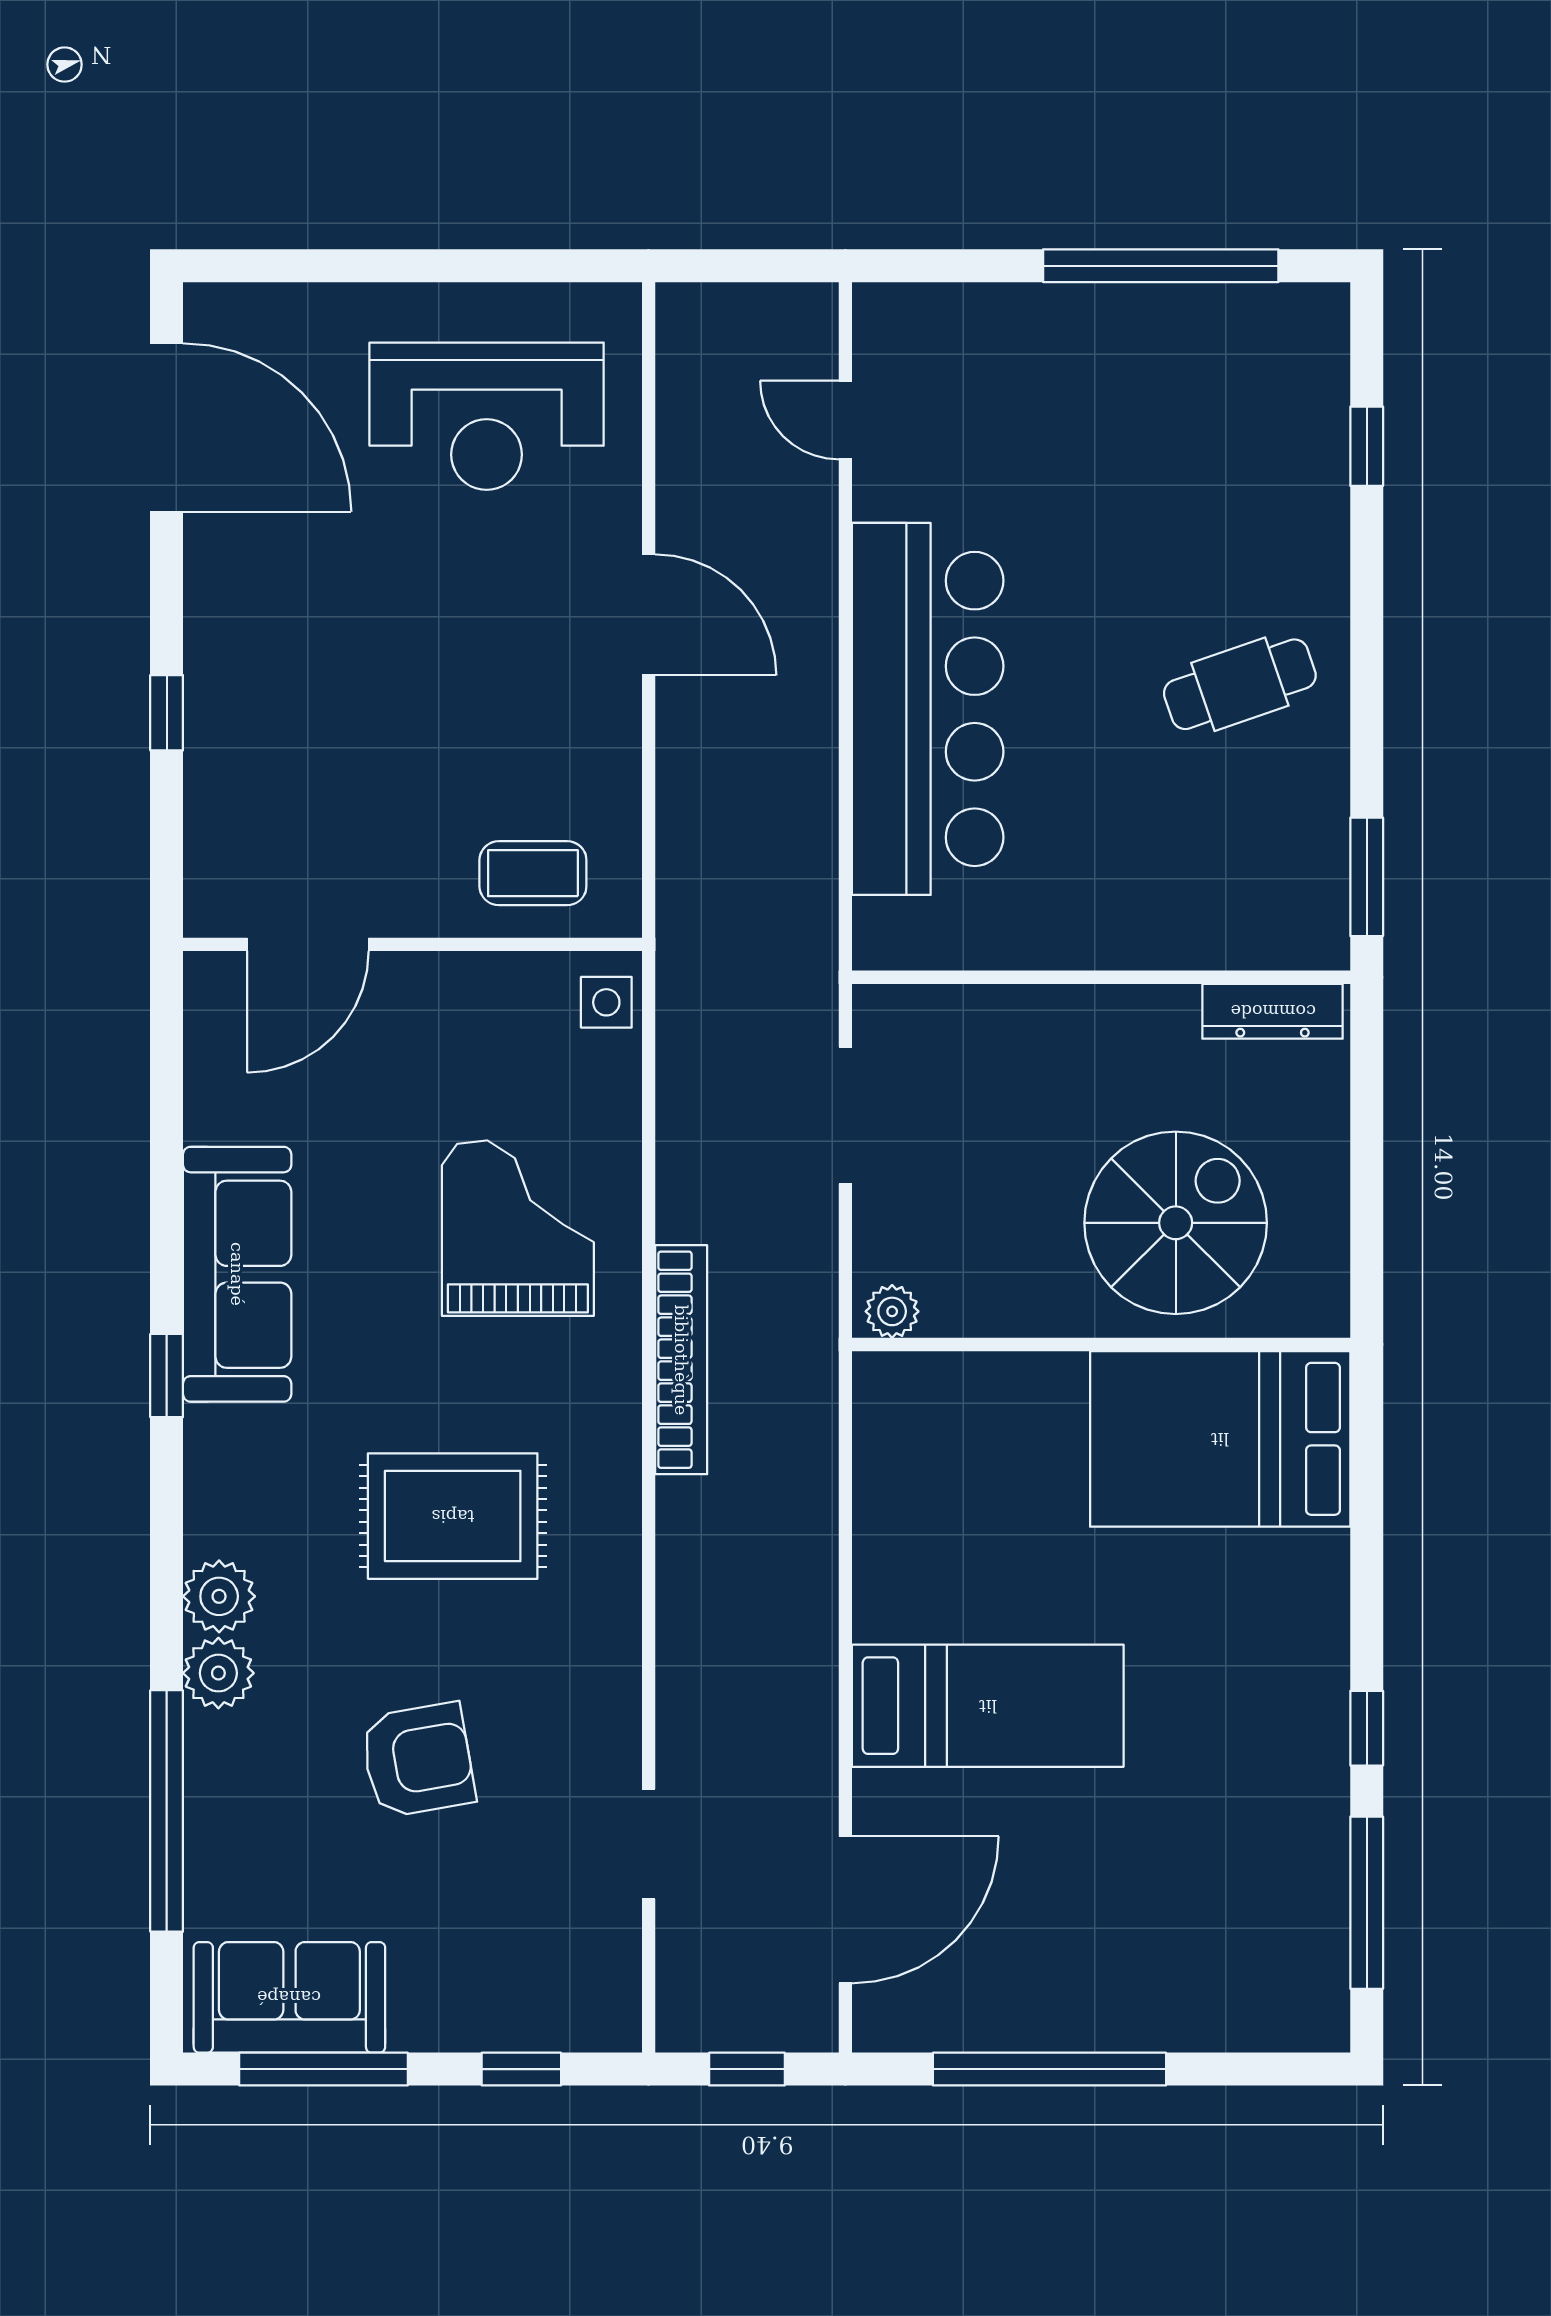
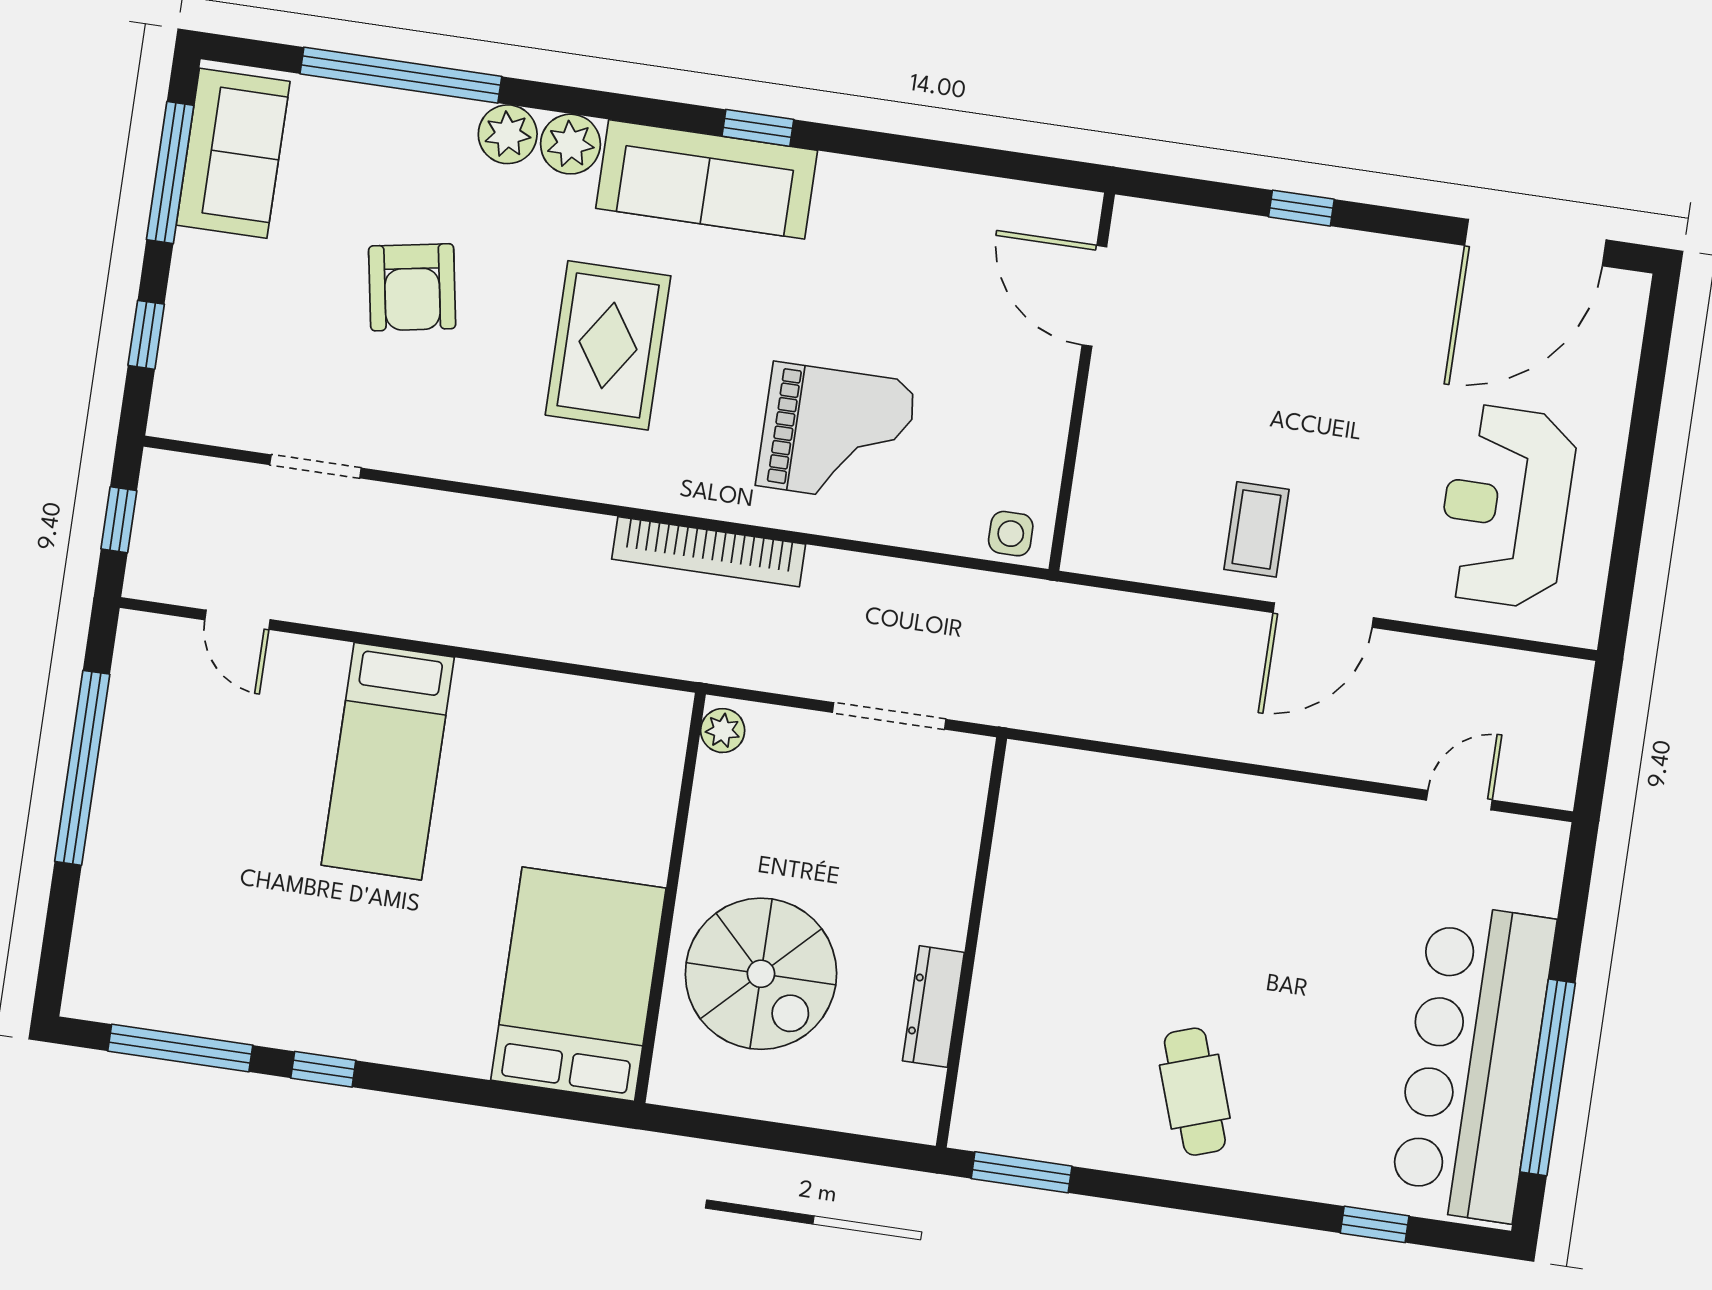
bar counter: (928, 709) -> (1473, 1063), moved, turned 90
coffee table: (533, 873) -> (1257, 529), moved
dresser: (1273, 1011) -> (933, 1007), moved
sofa: (237, 1274) -> (707, 179), moved
door: (845, 1910) -> (238, 620), width x0.53

